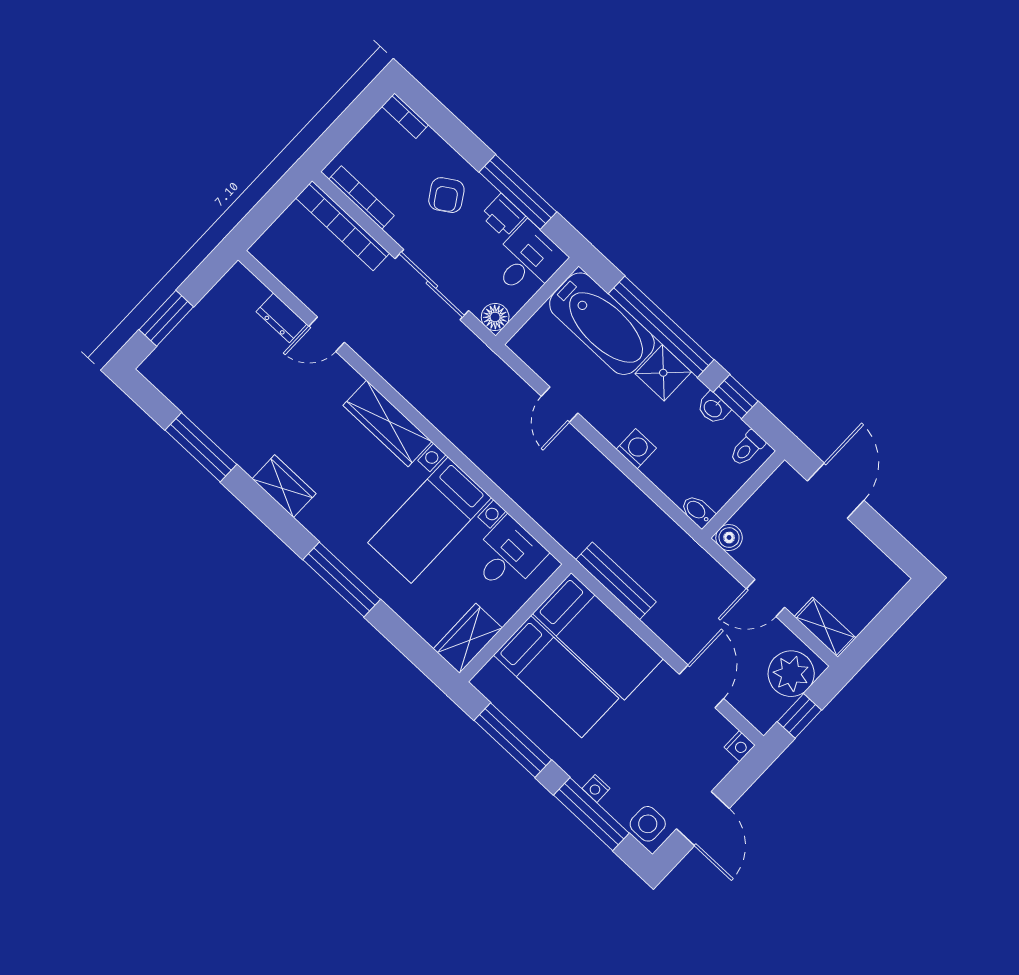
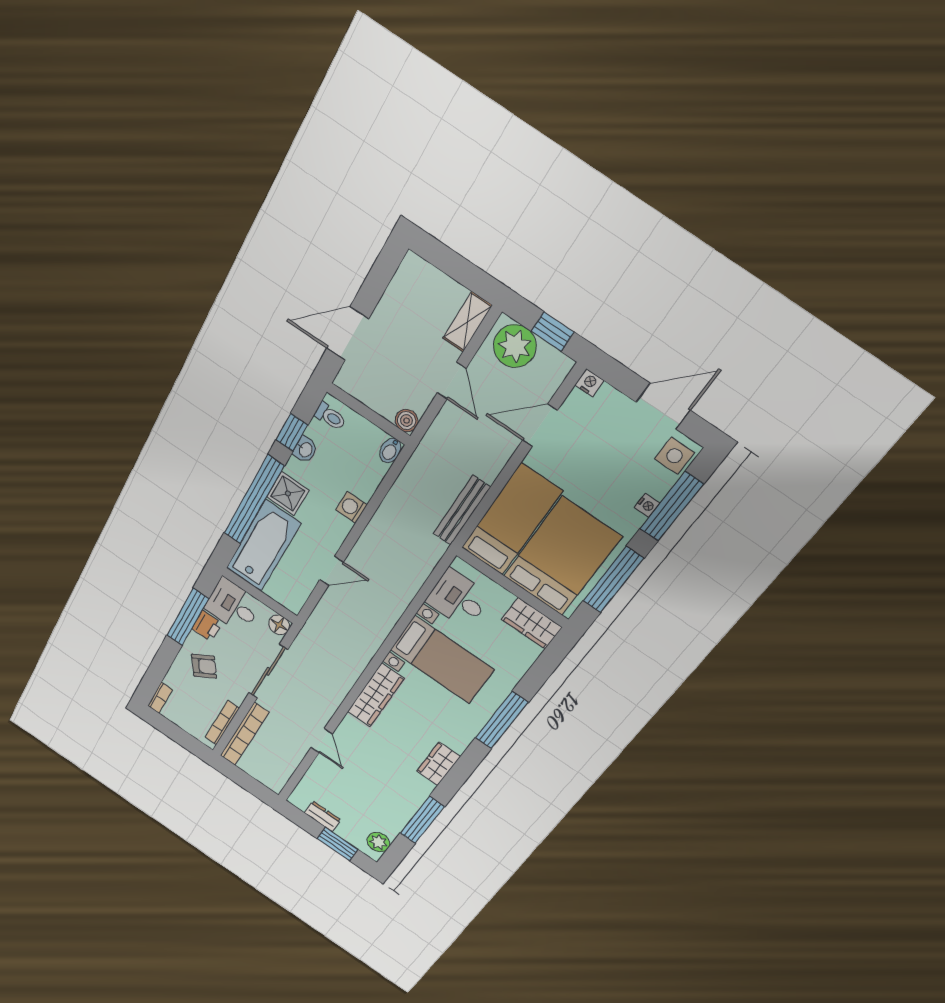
dresser: (281, 318) -> (323, 816), moved, turned -90
plant: (168, 378) -> (378, 842), added
bed: (556, 677) -> (562, 557), width x1.50

